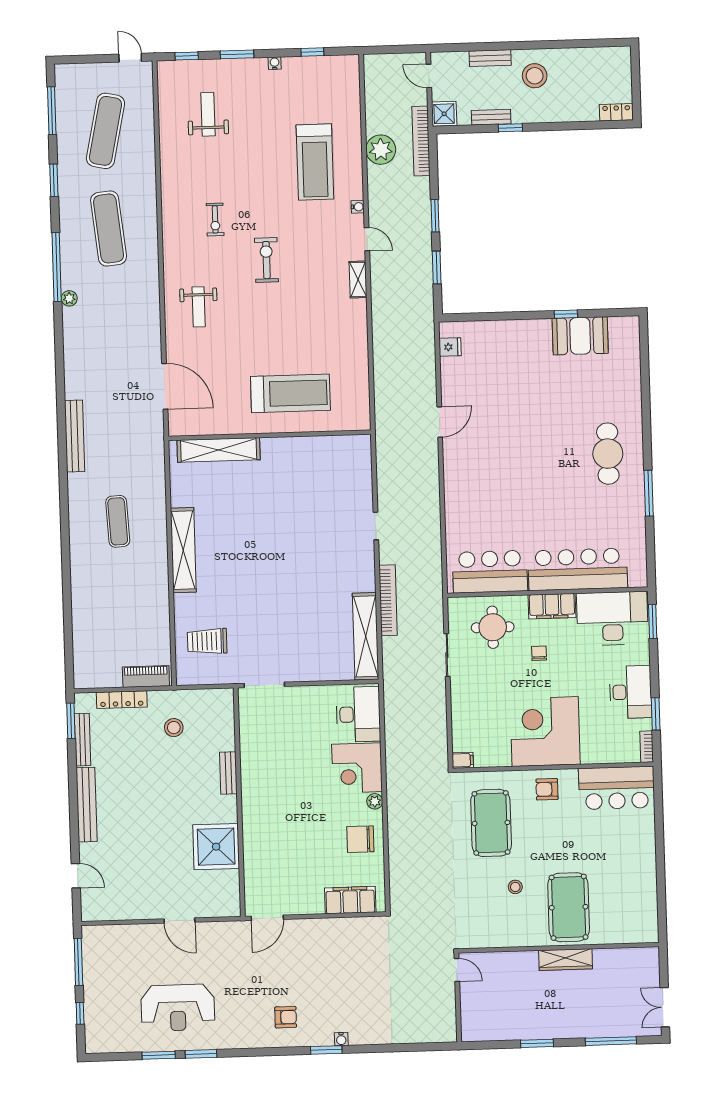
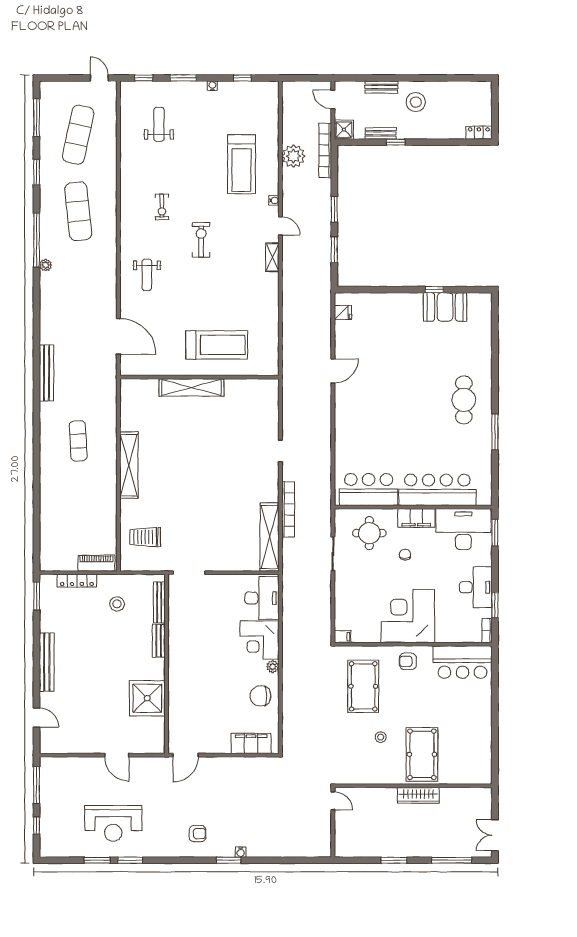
shelving: (219, 450) -> (191, 387), moved
bench: (83, 740) -> (159, 602), moved

